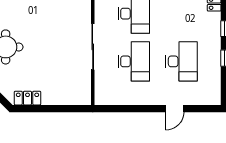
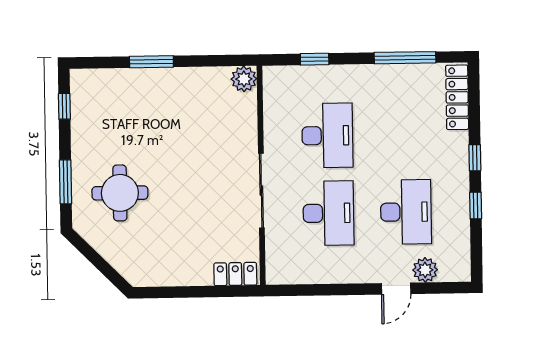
plant: (193, 97) -> (425, 270), added
locker: (27, 98) -> (235, 274), moved

